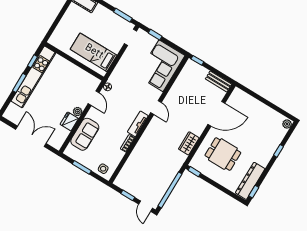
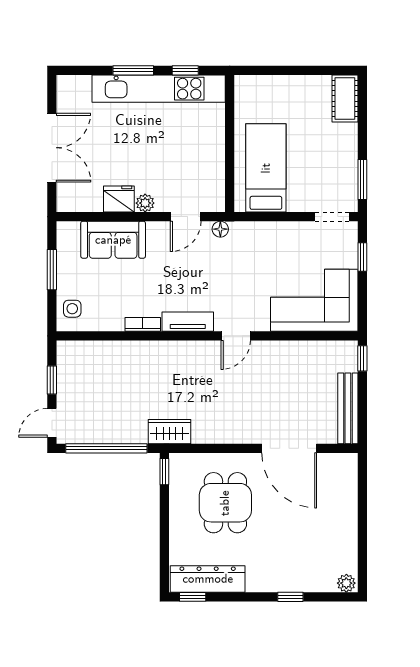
bench: (219, 81) -> (348, 408), width x1.36
wardrobe: (189, 143) -> (169, 432), moved

